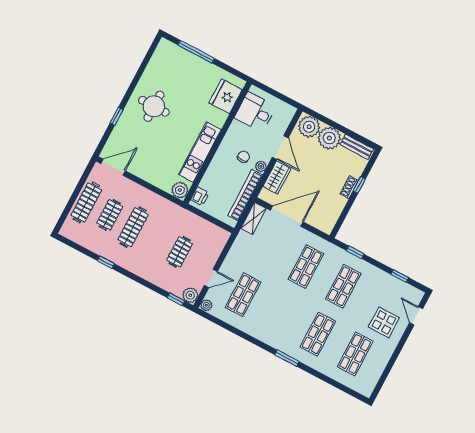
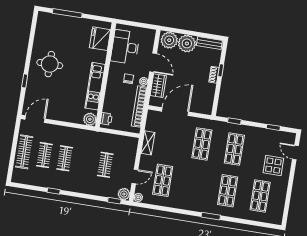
desk: (255, 112) -> (125, 47), width x1.37
shelving: (253, 218) -> (148, 143), moved
clothes rail: (133, 227) -> (65, 158), width x0.73

